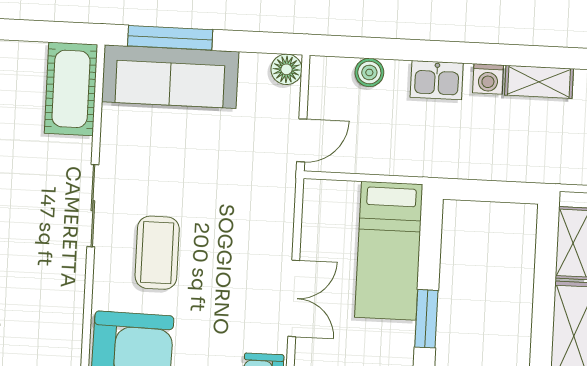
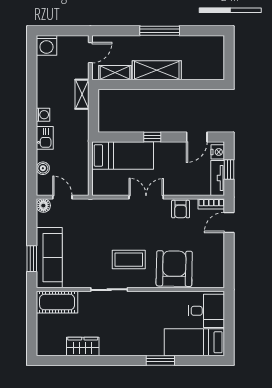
window: (170, 38) -> (32, 259), width x0.69
shelving: (539, 82) -> (82, 94), moved
door: (302, 140) -> (62, 197), moved
window: (426, 319) -> (152, 137), width x0.67

